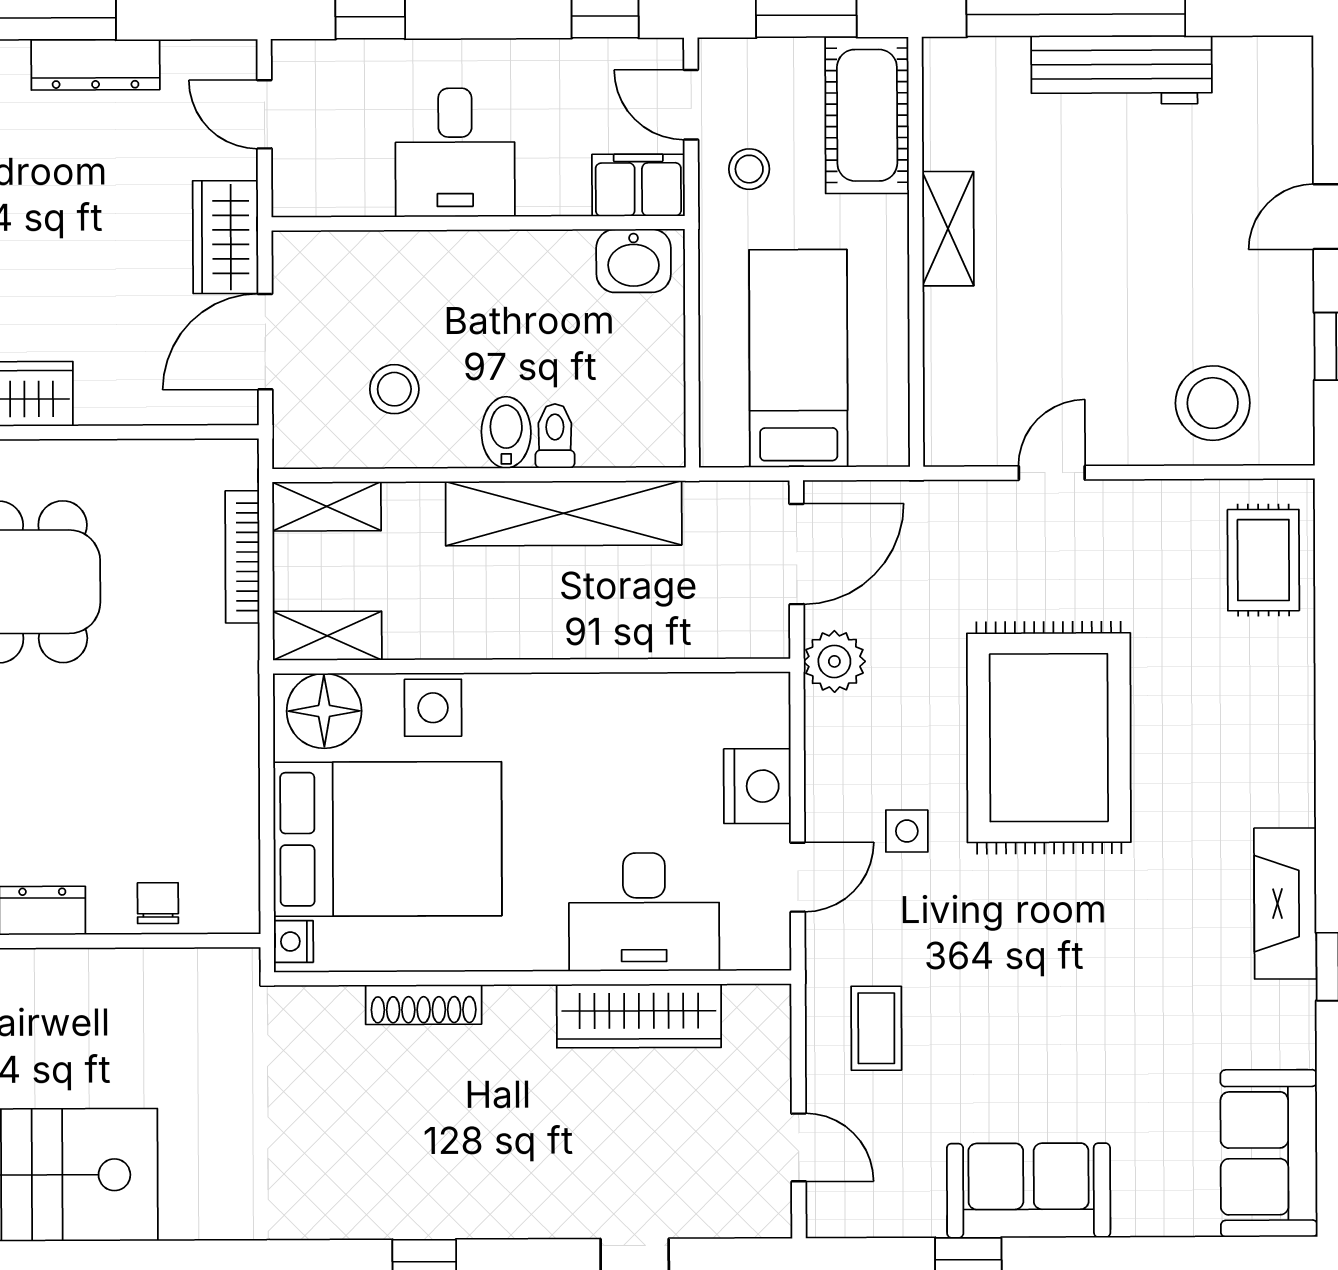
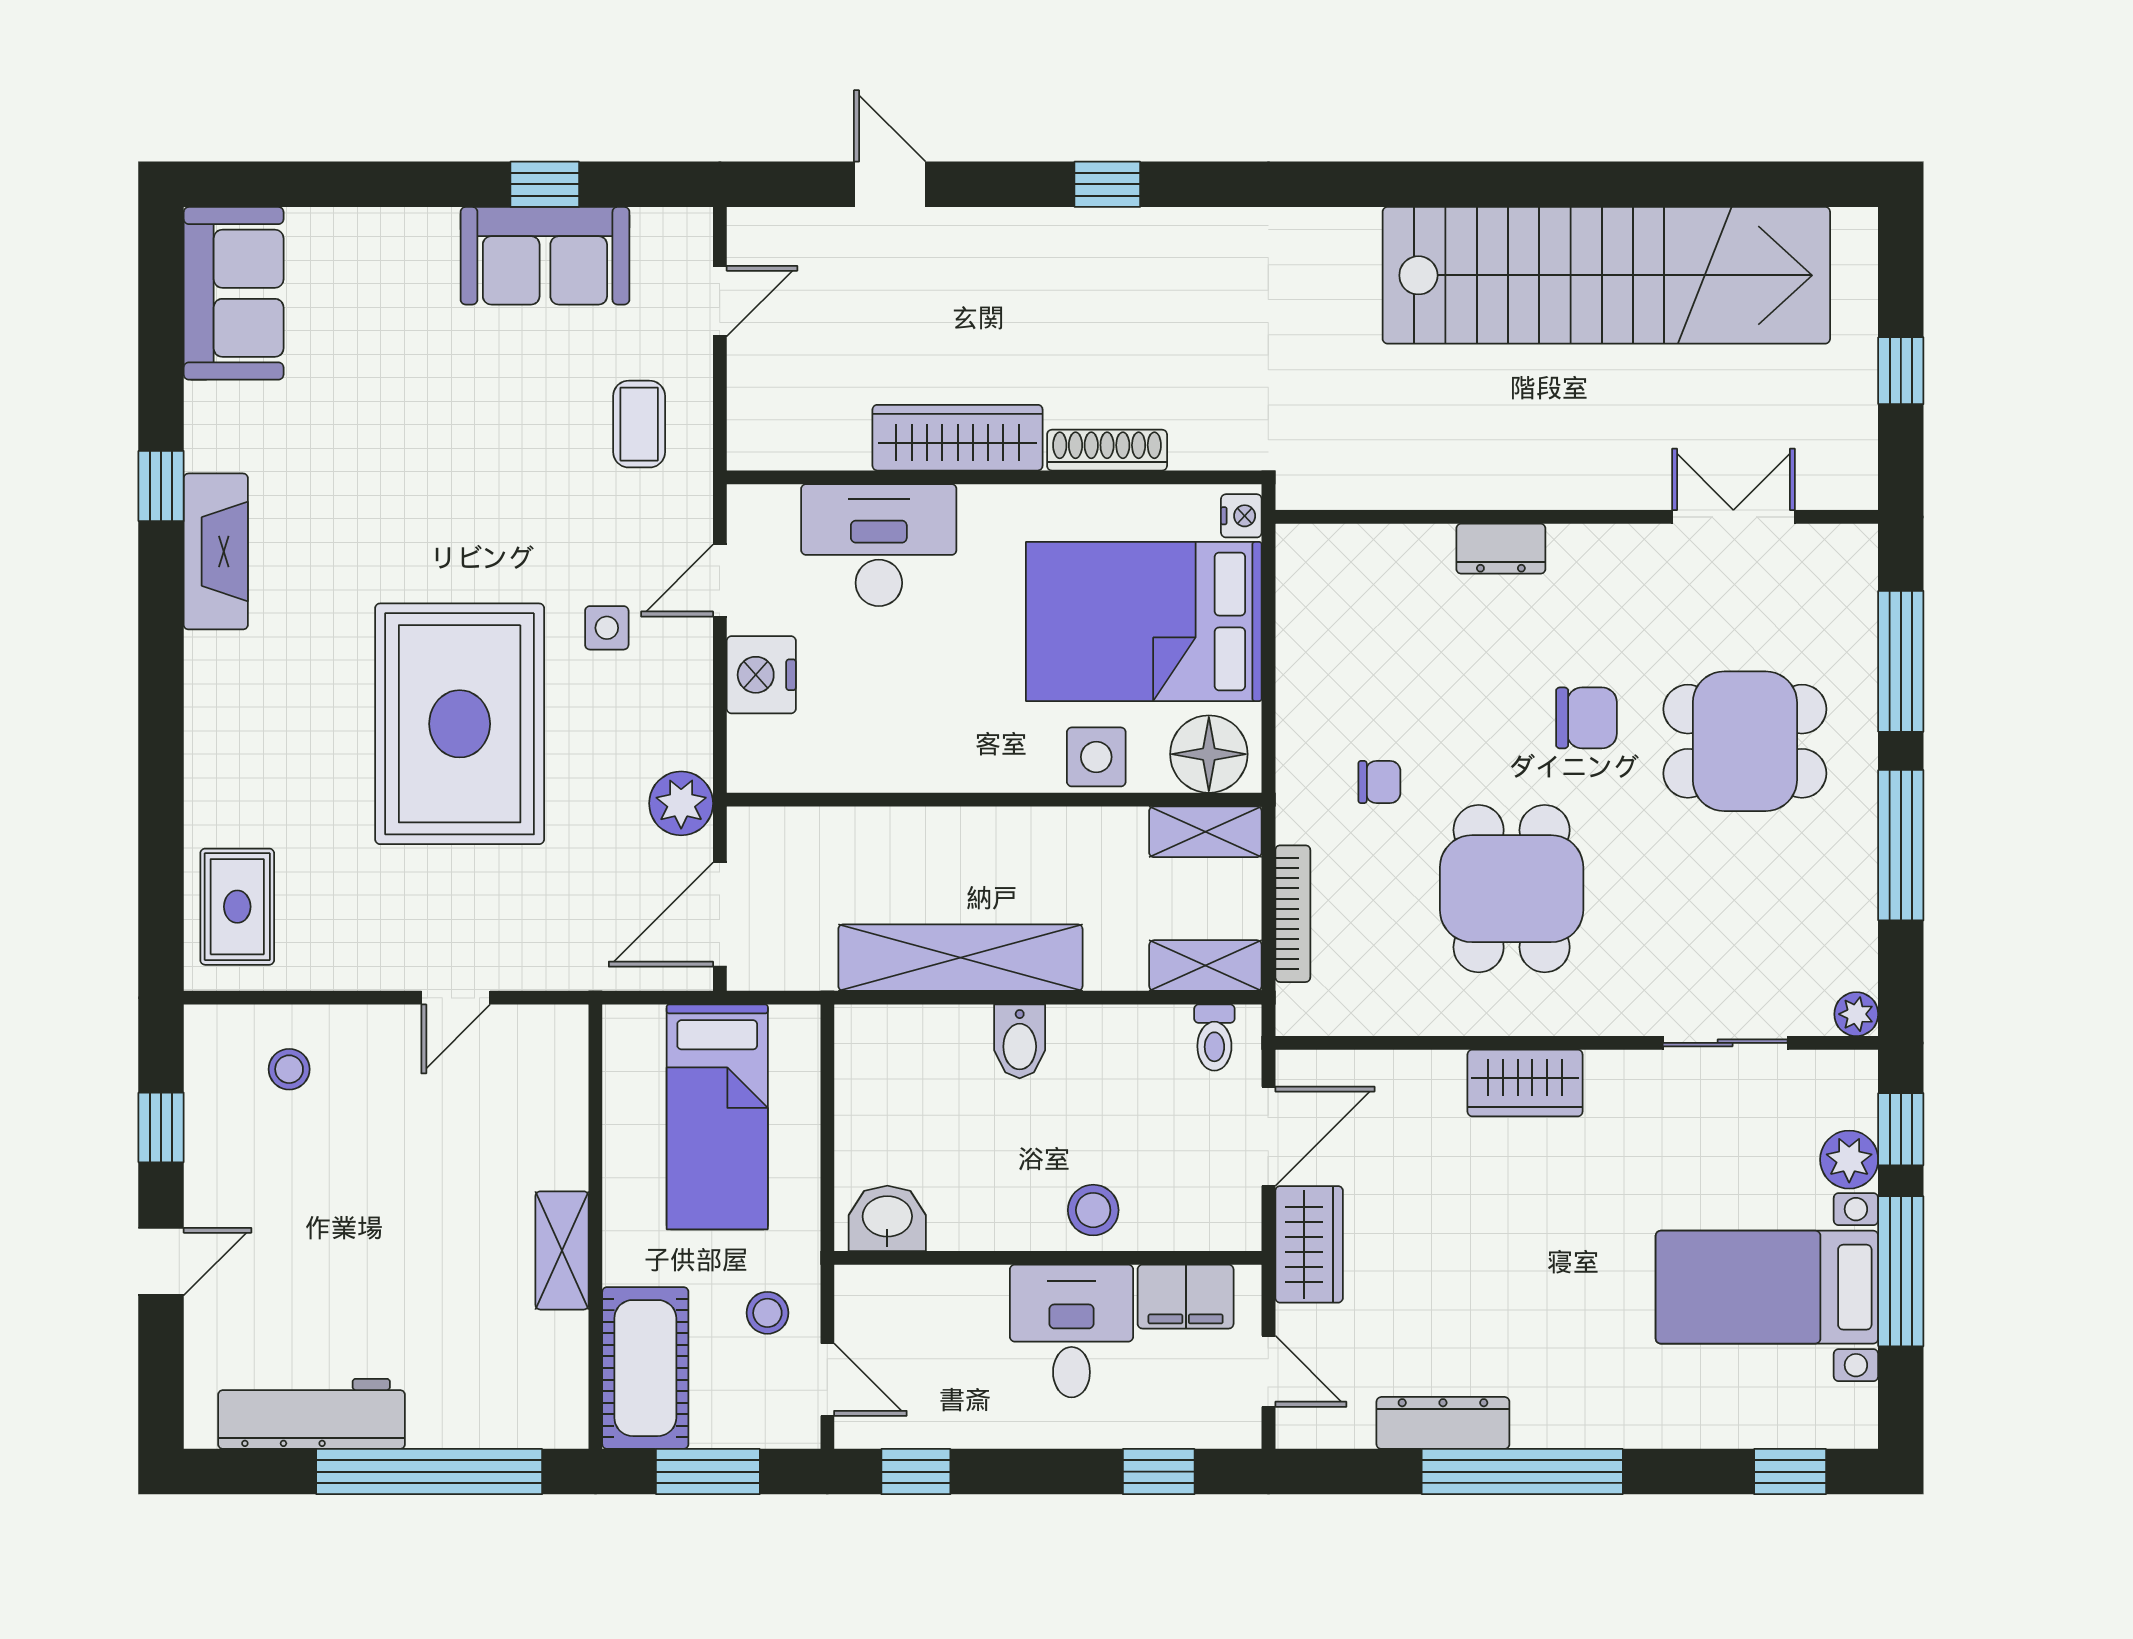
workbench: (1122, 70) -> (311, 1414), moved
filing cabinet: (638, 185) -> (1186, 1297), moved
stool: (394, 389) -> (1093, 1210), moved
stool: (1213, 403) -> (289, 1069), width x0.53, depth x0.53
toilet: (555, 436) -> (1214, 1038), moved
chair: (158, 903) -> (1379, 782), moved, turned -90
wardrobe: (639, 1016) -> (958, 438), moved
door: (799, 1147) -> (720, 301), swing flipped
sofa: (1029, 1190) -> (545, 256), moved

